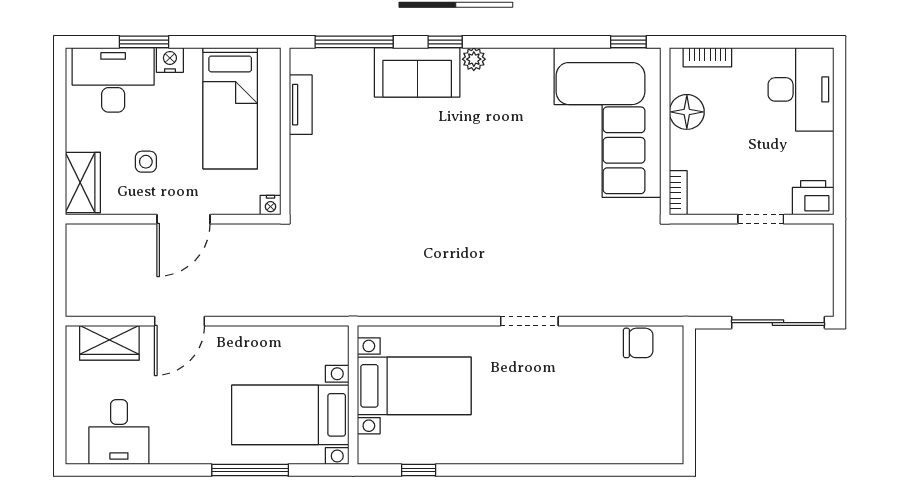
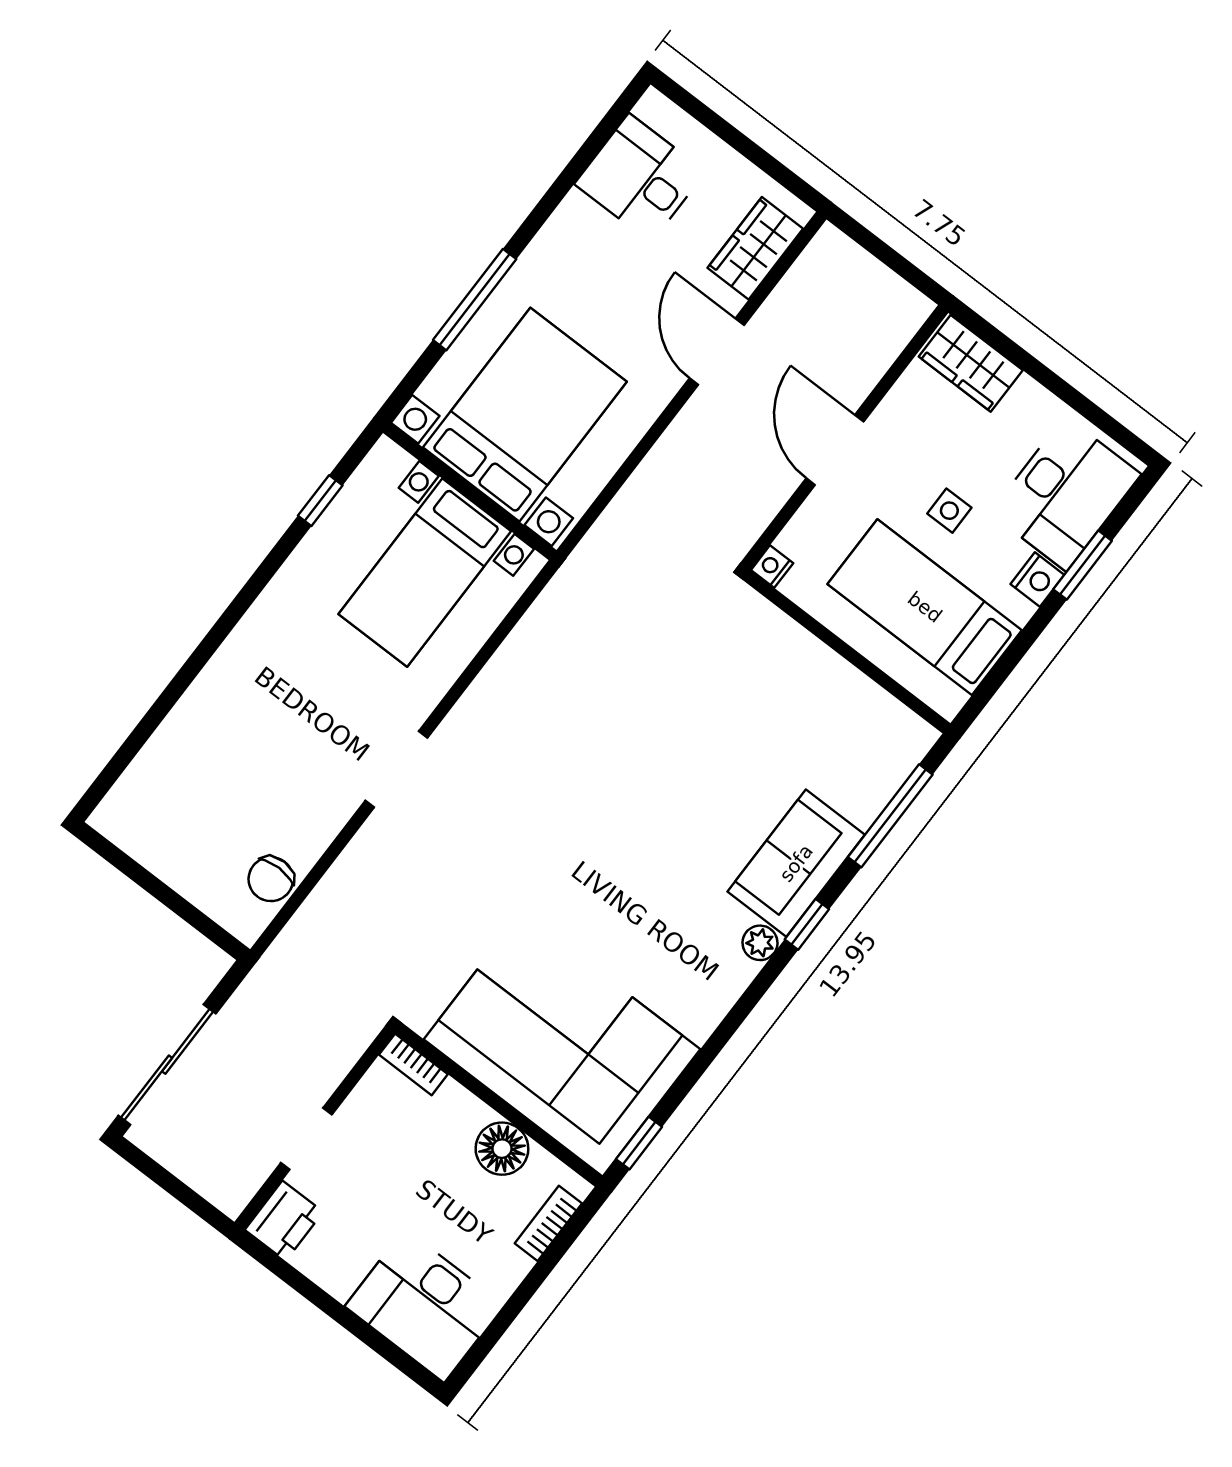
tv unit: (301, 105) -> (864, 695), removed
side table: (146, 162) -> (949, 511), moved
bed with nightstands: (290, 415) -> (525, 415), width x1.36

